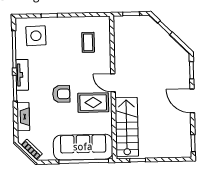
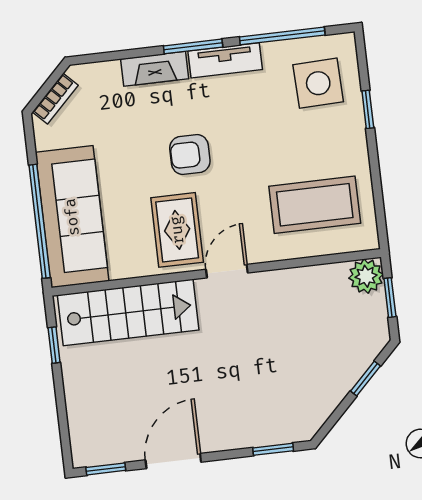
plant: (121, 23) -> (366, 276), added
coffee table: (88, 42) -> (315, 205), width x1.86, depth x1.72
armchair: (61, 94) -> (190, 155), turned 90
door: (192, 101) -> (173, 461), moved
fireplace: (23, 117) -> (155, 69), moved

